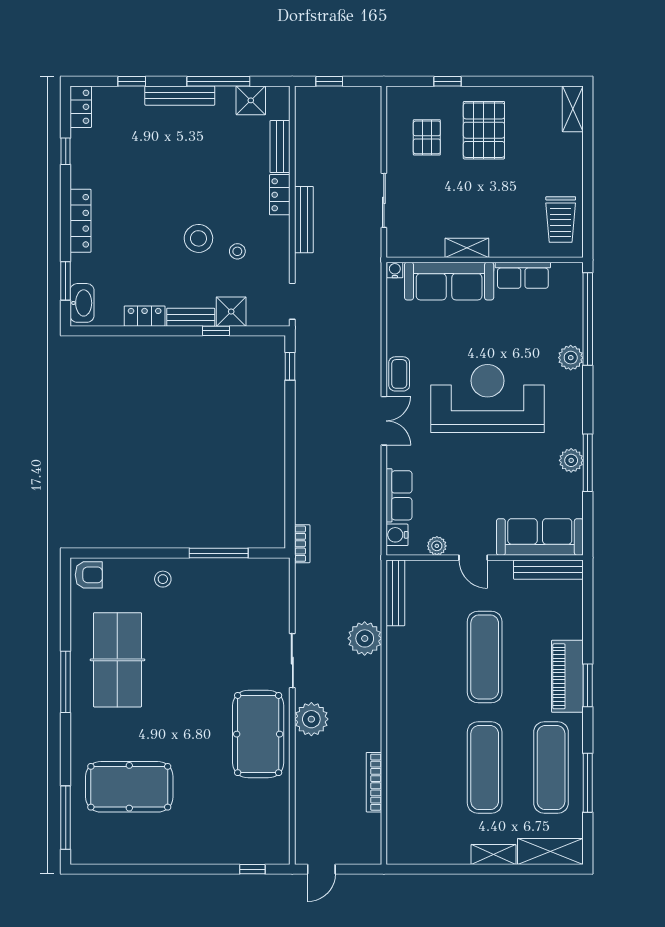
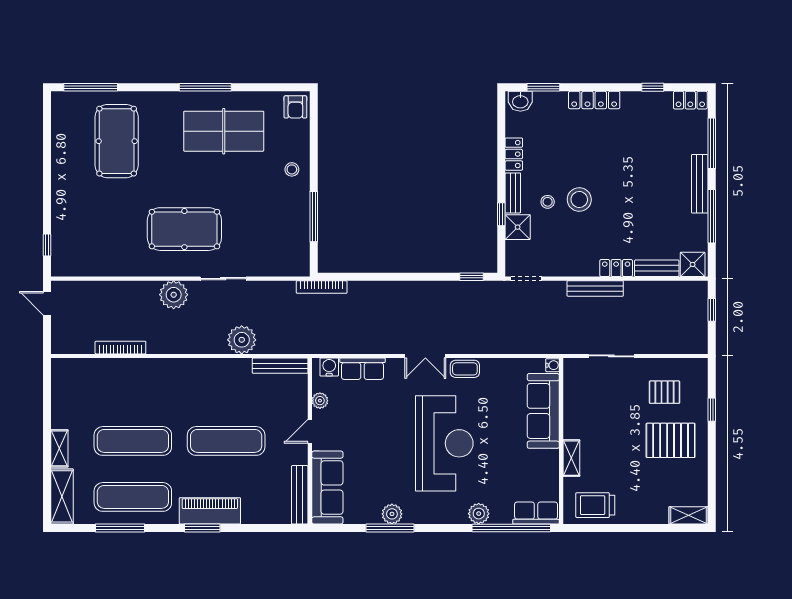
window: (132, 81) -> (712, 143), width x2.17
shower: (251, 100) -> (693, 264), moved
shelving: (467, 248) -> (571, 458), moved
stool: (237, 251) -> (548, 202), moved
row of seats: (523, 275) -> (536, 513), moved, turned 90
washbasin: (82, 303) -> (520, 101), width x0.72
bookcase: (302, 544) -> (322, 287), width x1.56
pool table: (258, 734) -> (184, 229), moved

